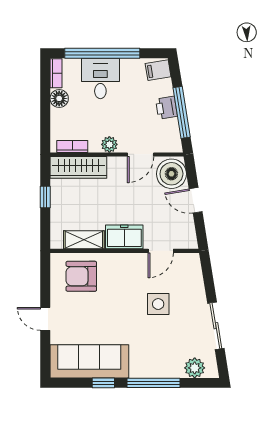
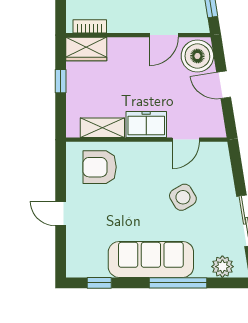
plant: (109, 144) -> (130, 24), removed
wardrobe: (78, 167) -> (86, 49), width x0.67
side table: (158, 304) -> (183, 197), turned -31
sofa: (89, 361) -> (151, 259), moved
window: (103, 383) -> (99, 283), moved

